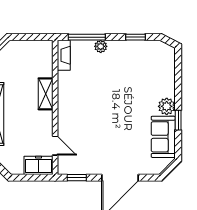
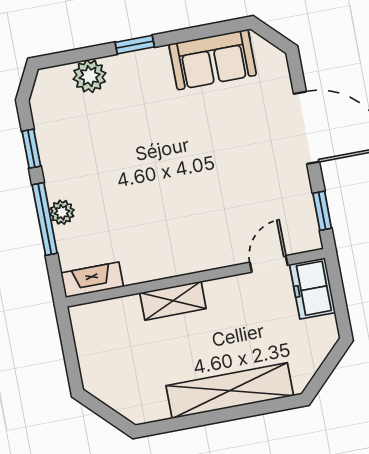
window: (87, 37) -> (45, 219), moved
plant: (167, 106) -> (90, 76), moved
window: (178, 120) -> (135, 45), moved

